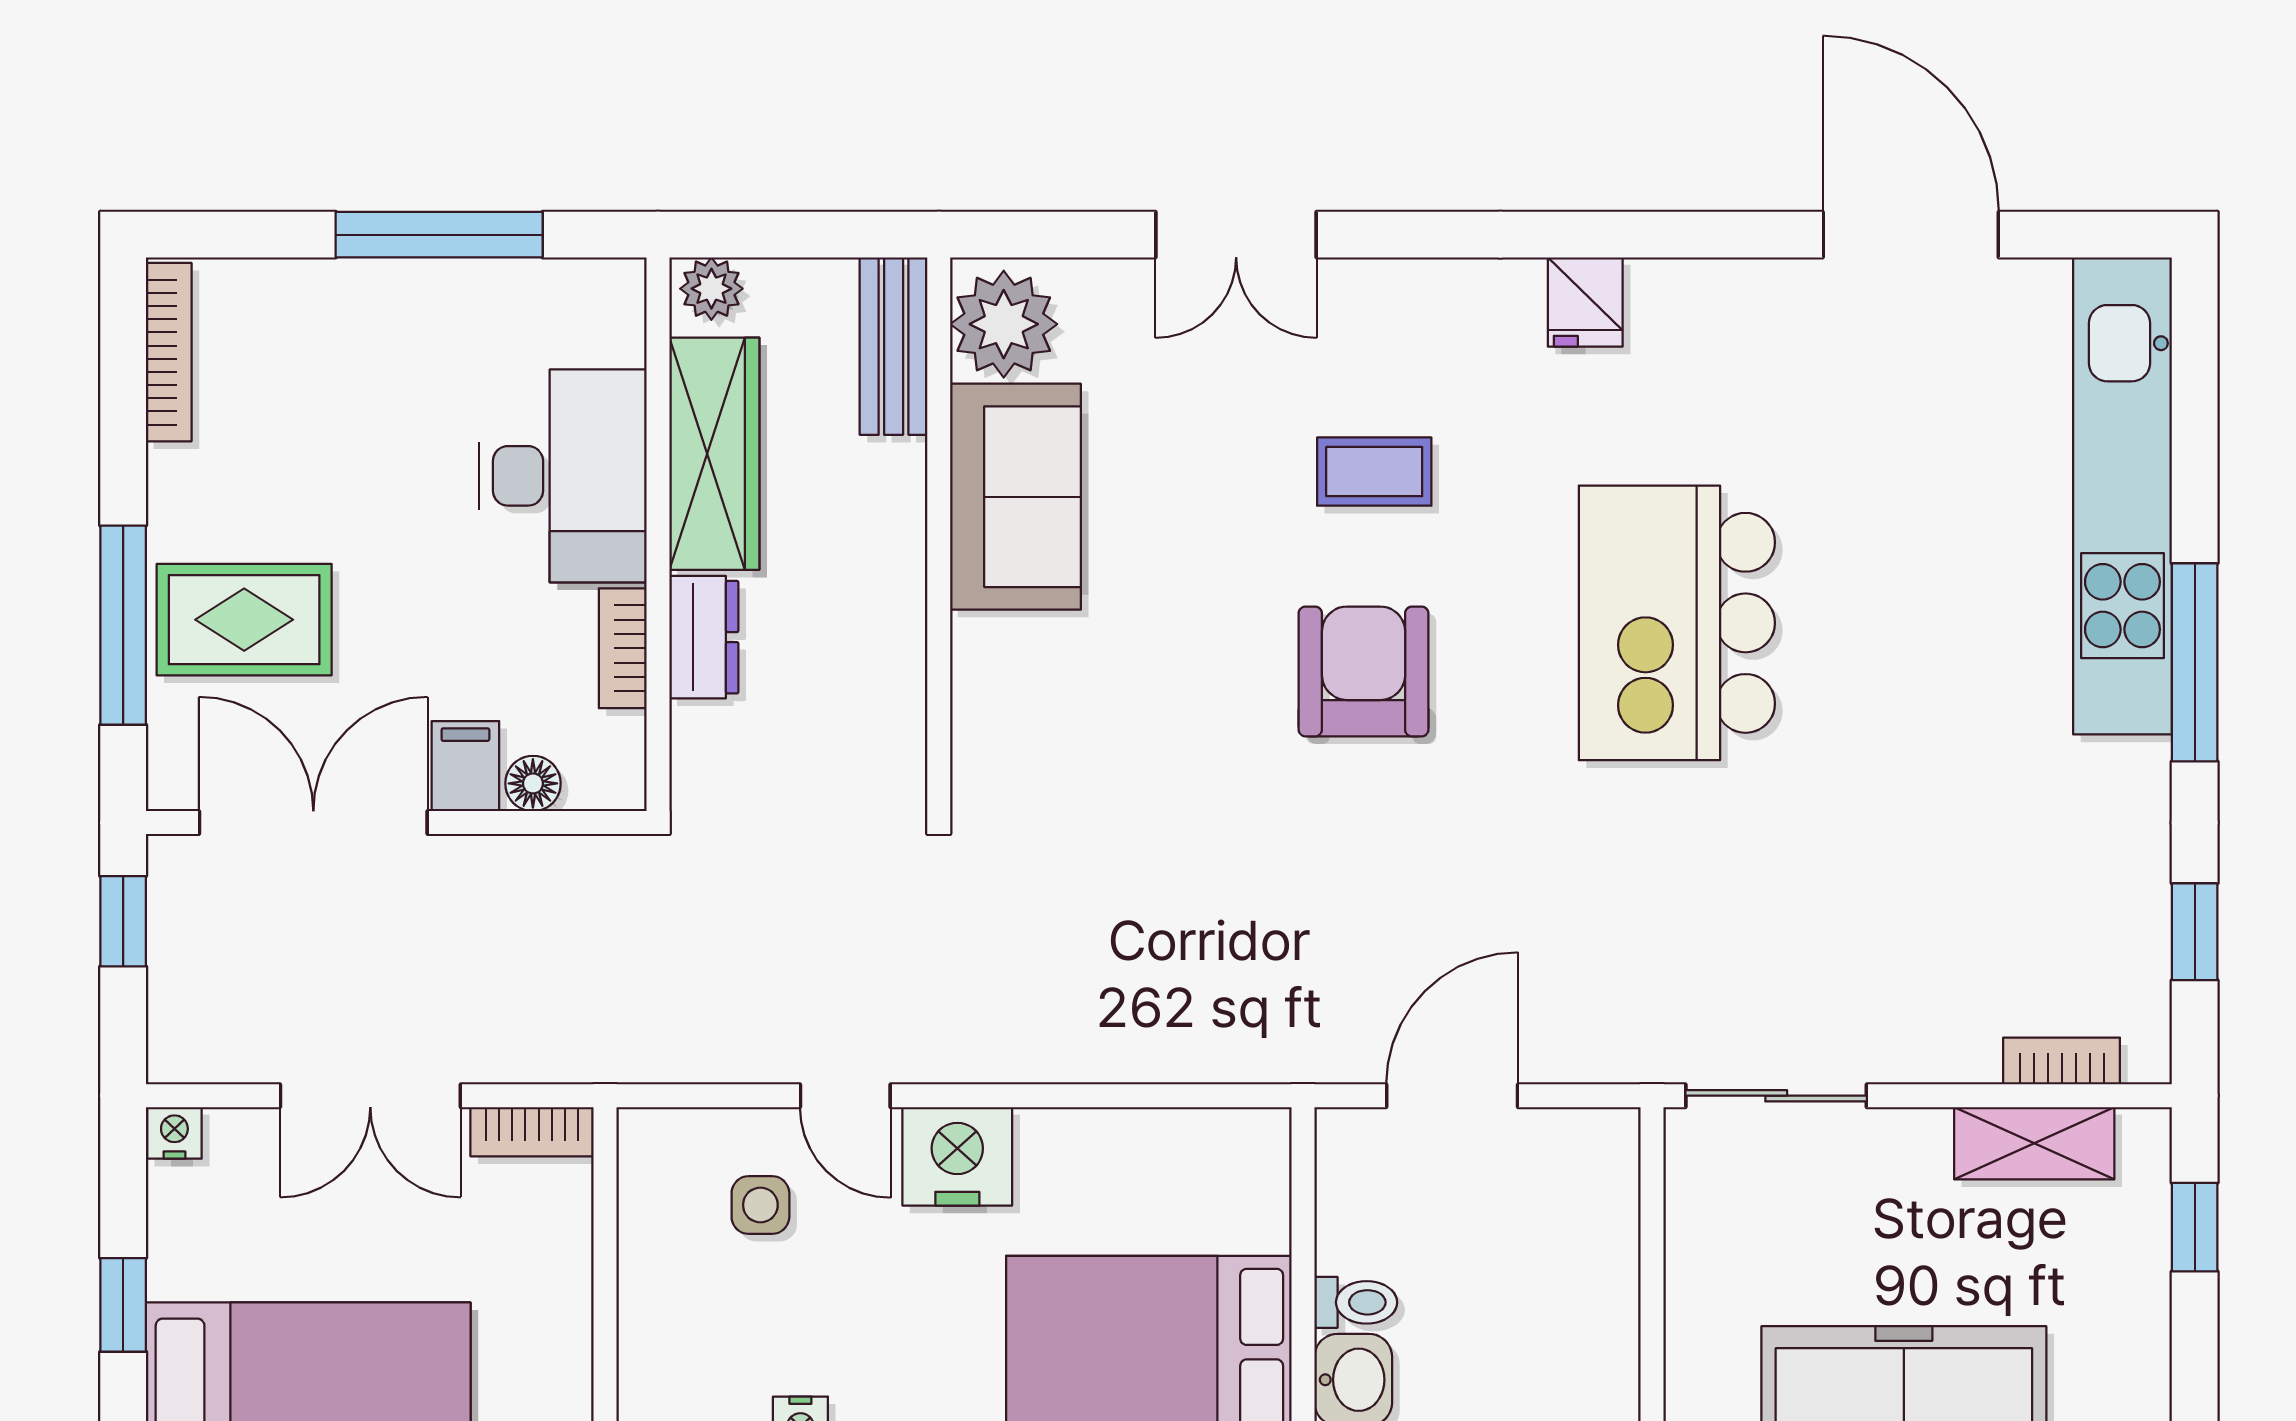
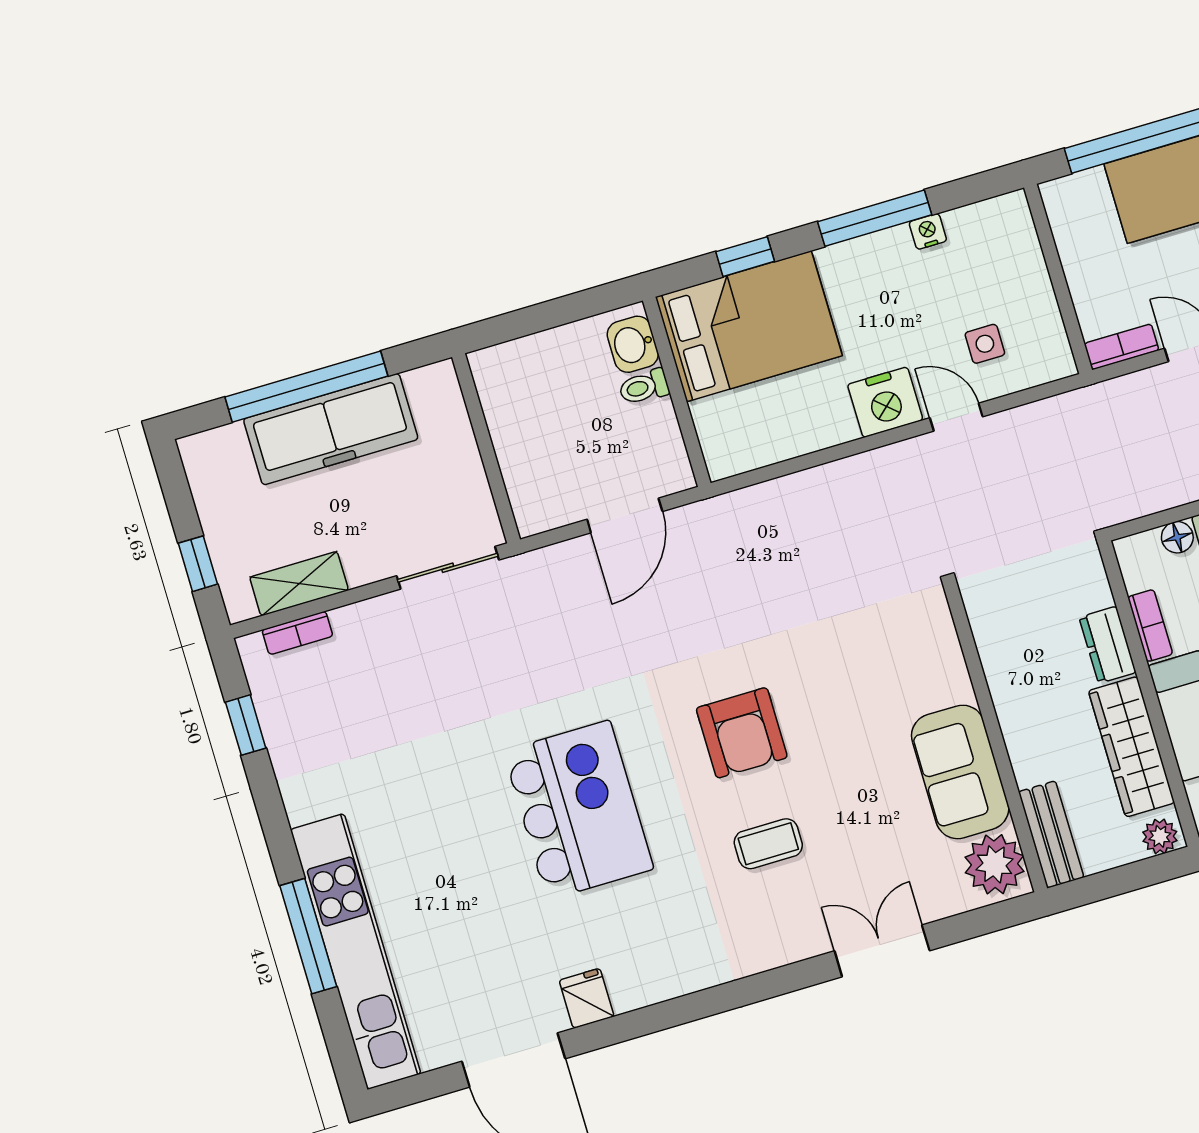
fridge: (1585, 302) -> (587, 998), moved
window: (2195, 662) -> (308, 936), moved

